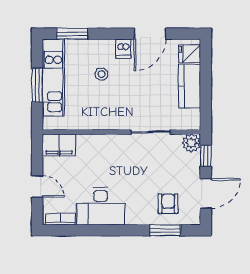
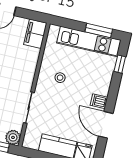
window: (72, 34) -> (120, 64), width x0.67
stool: (102, 74) -> (60, 78), moved
window: (37, 85) -> (99, 30), moved

